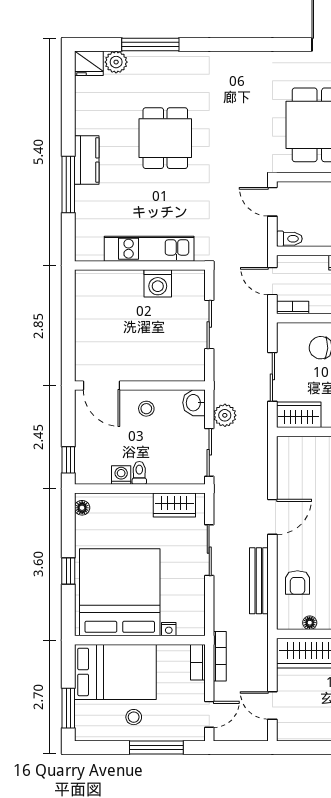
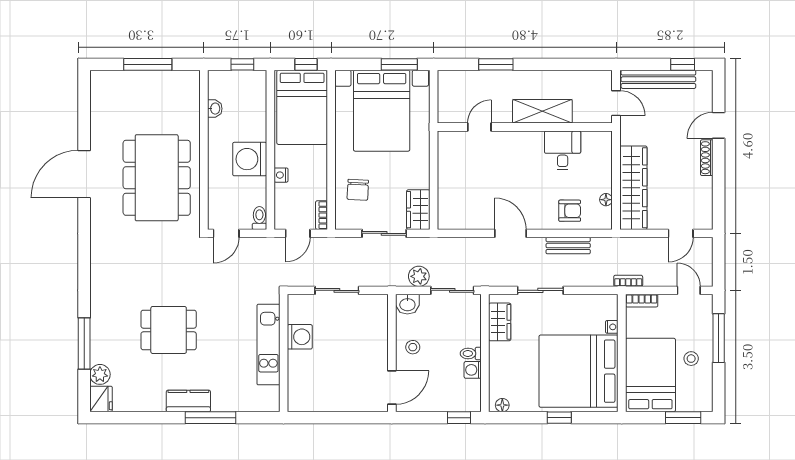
bench: (259, 581) -> (568, 246), width x0.73
bookcase: (220, 656) -> (628, 281), width x0.64

